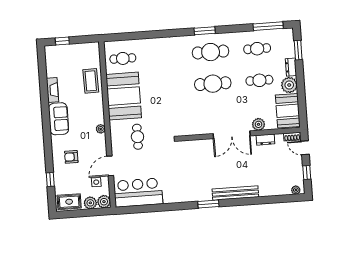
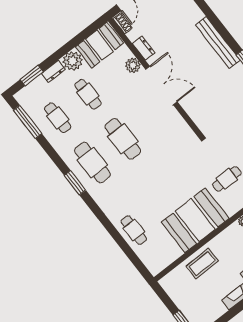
cafe table: (123, 58) -> (134, 230), moved

